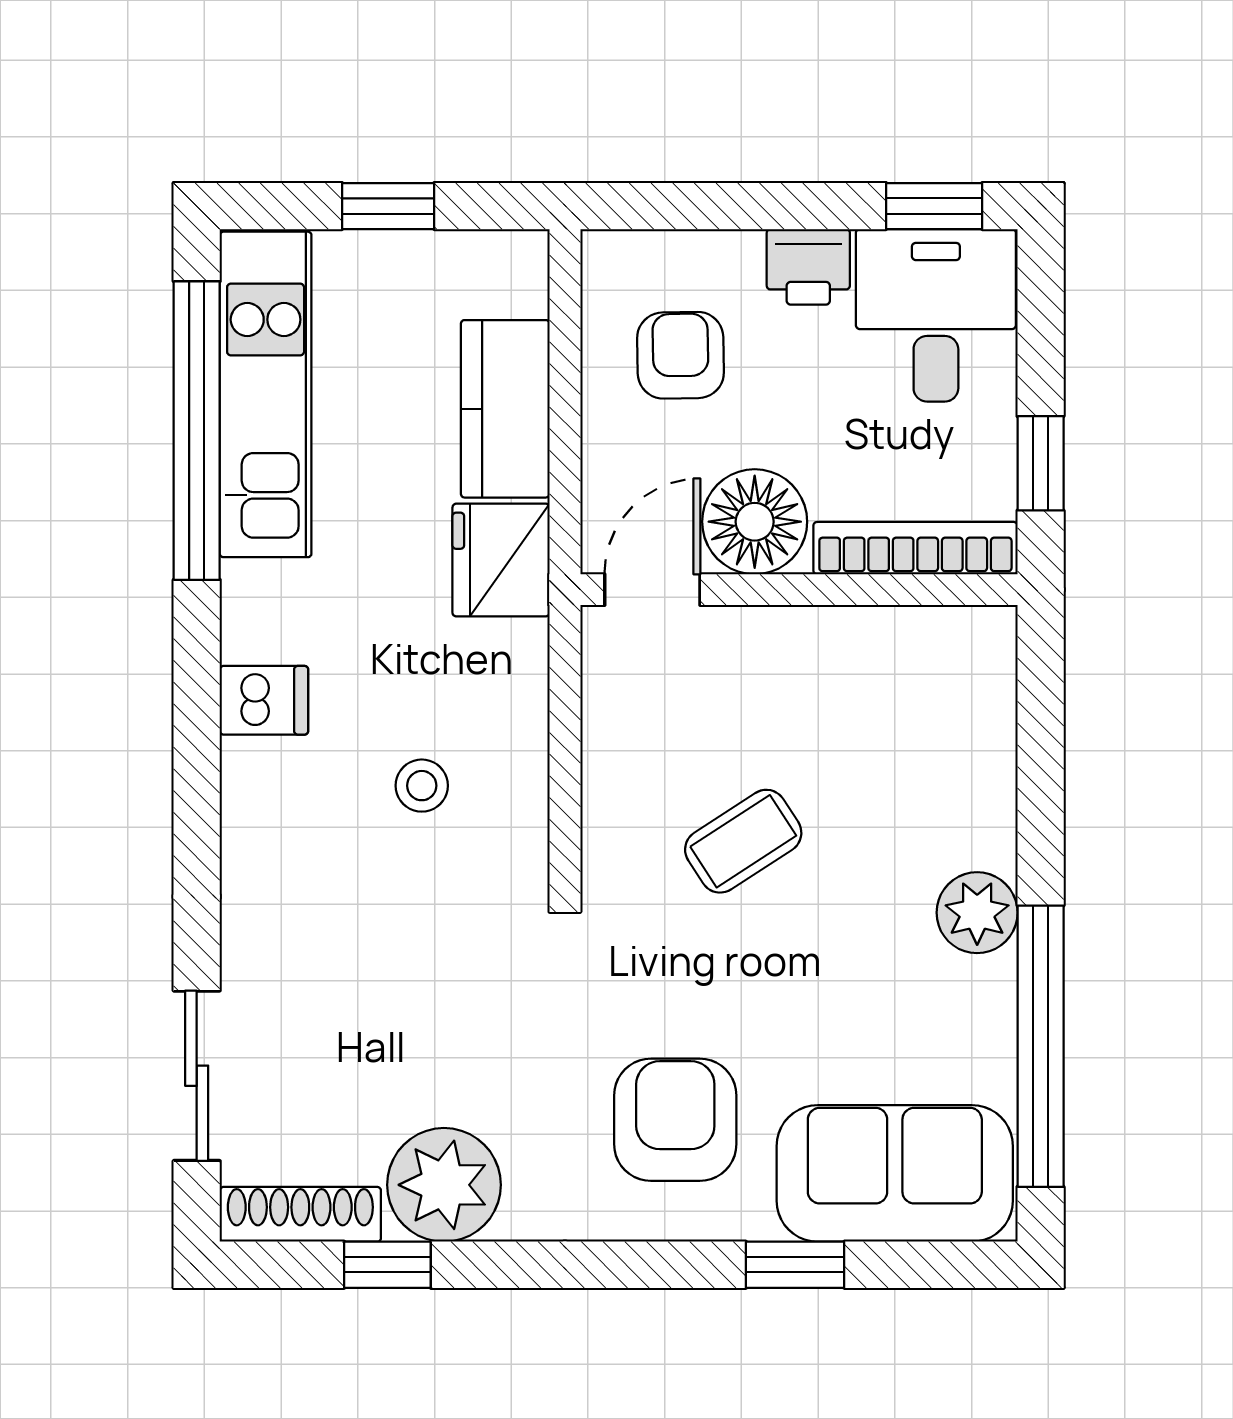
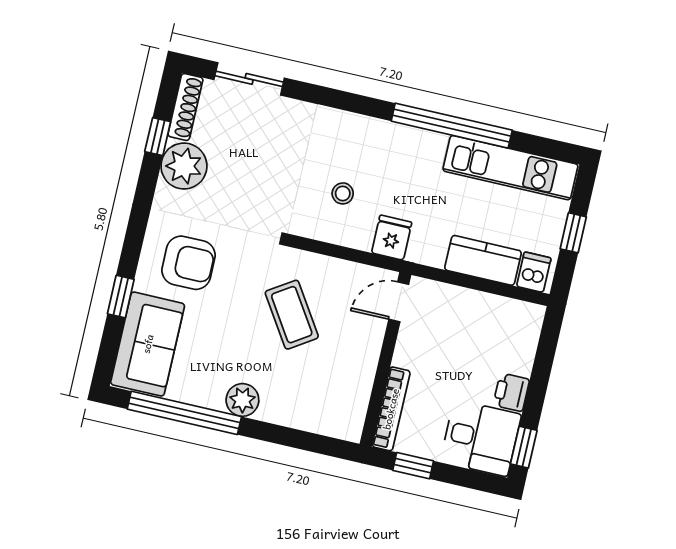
armchair: (681, 355) -> (488, 334), removed
window: (197, 431) -> (452, 126), moved
floor lamp: (755, 522) -> (416, 348), removed
fridge: (501, 560) -> (392, 238), moved, width x0.72
door: (652, 590) -> (399, 302), swing flipped
dishwasher: (264, 700) -> (534, 272), moved, turned 180
coffee table: (743, 841) -> (292, 315), width x1.36, depth x1.30

